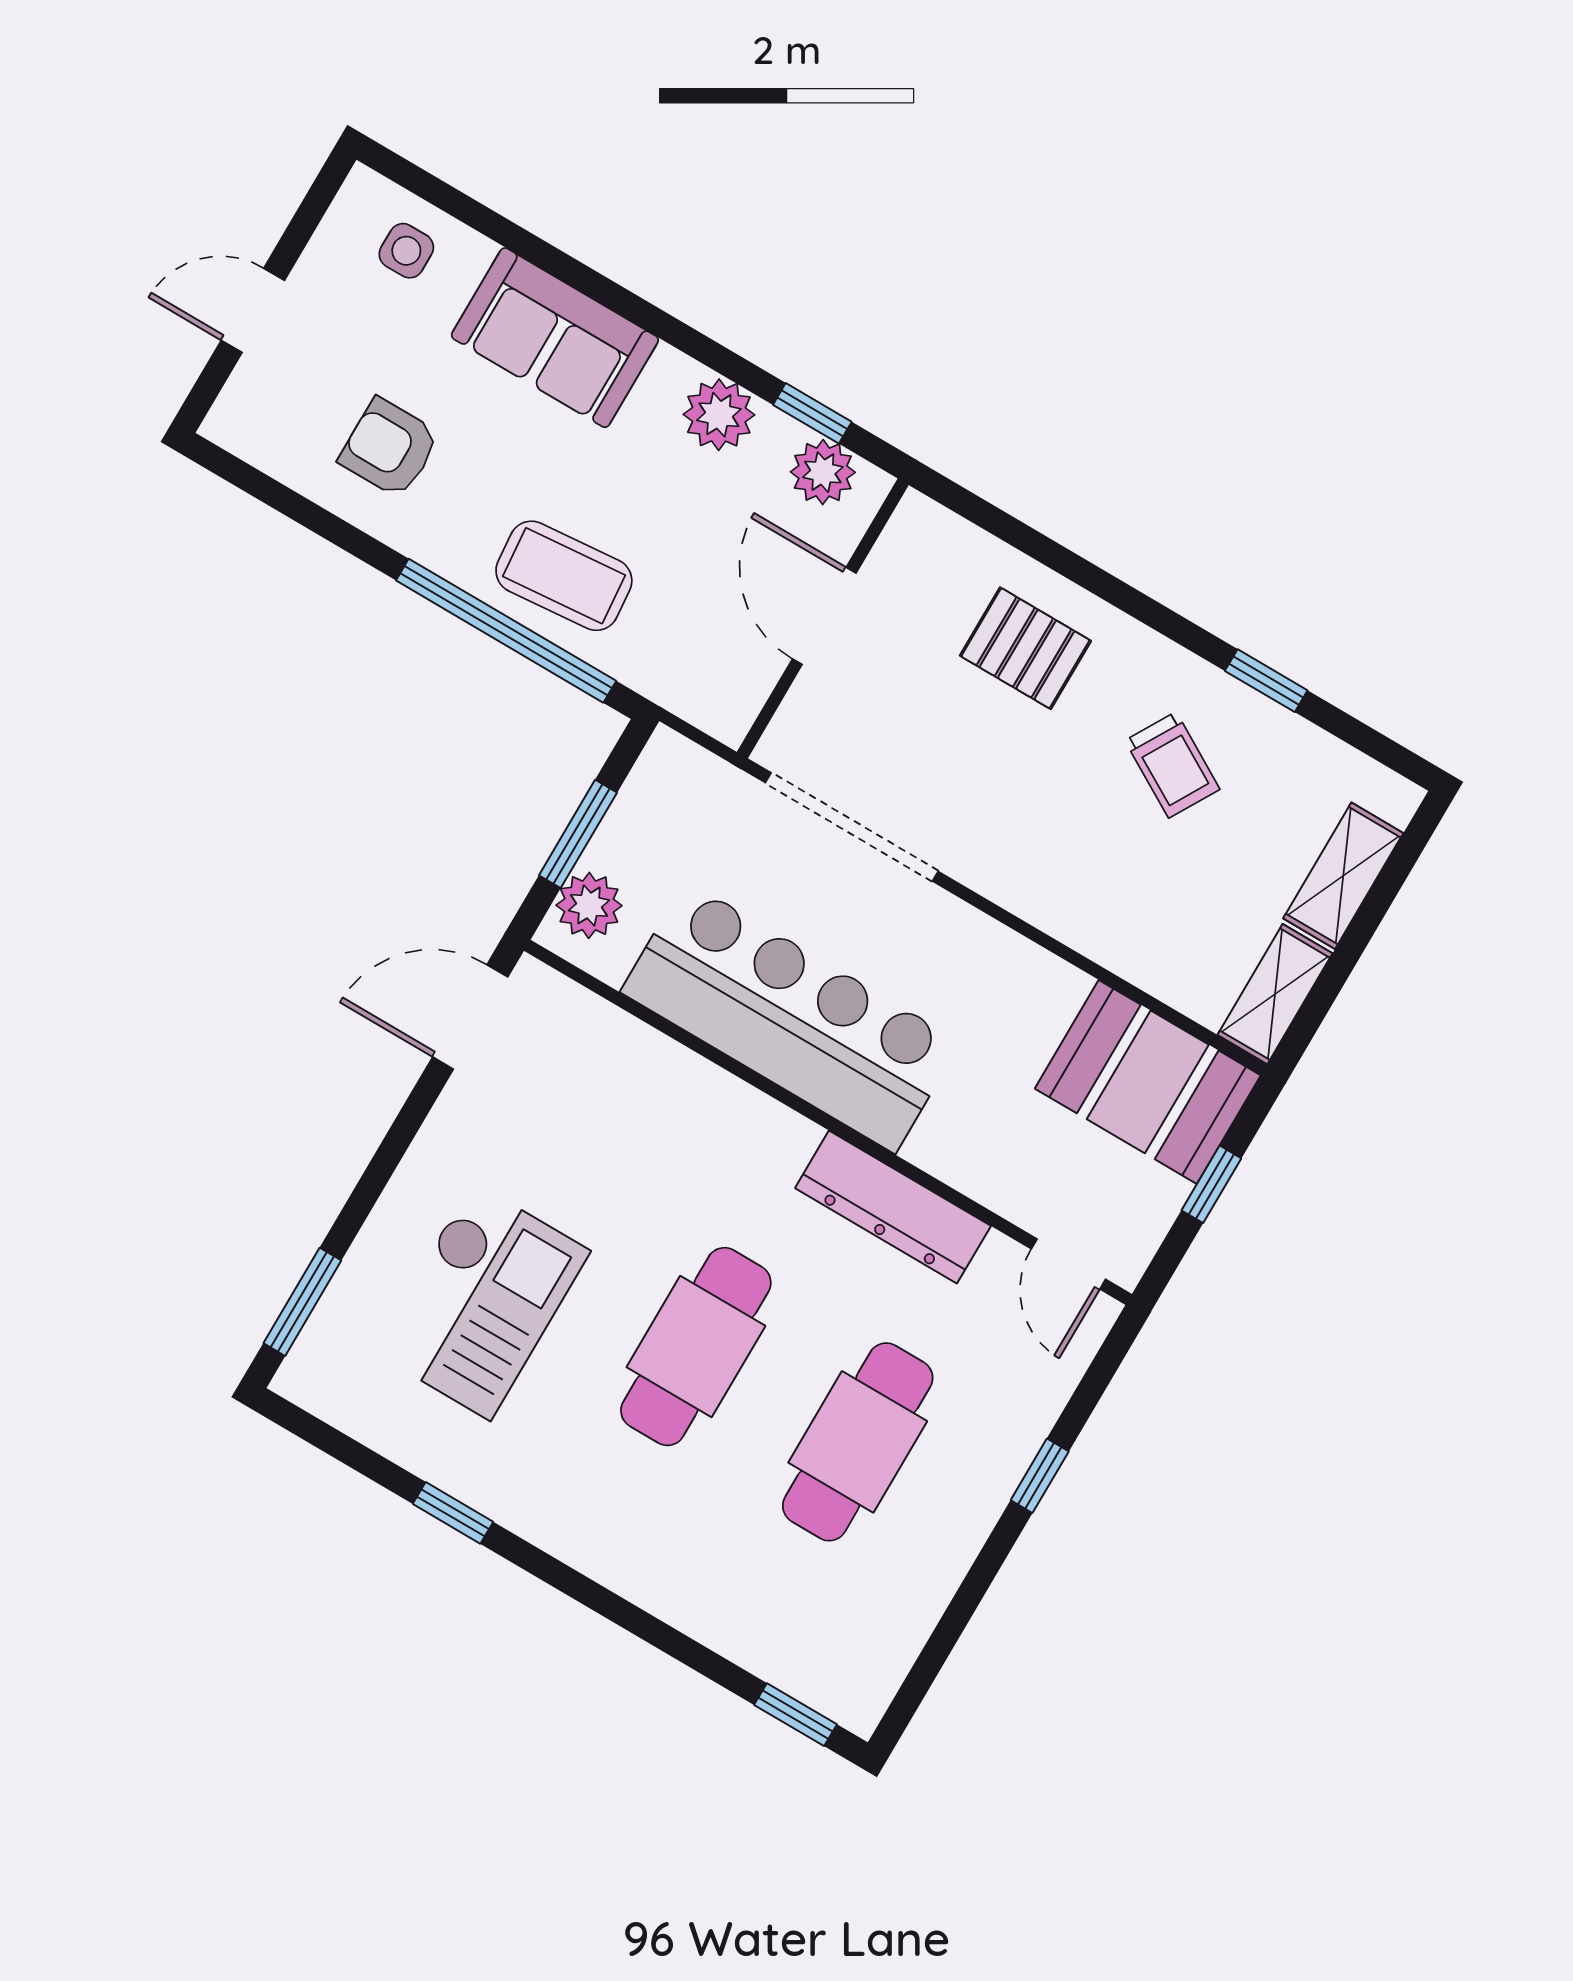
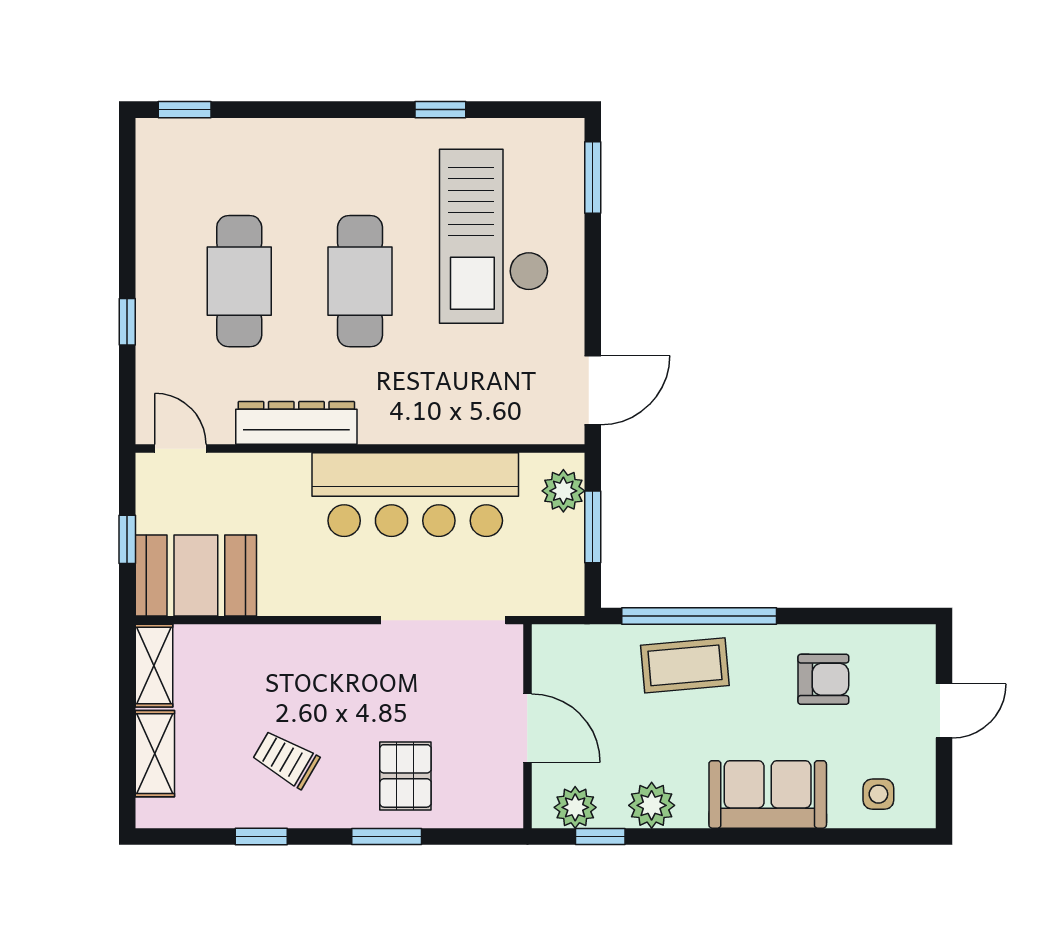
window: (1098, 582) -> (387, 837), added
pallet: (1025, 648) -> (405, 776), turned 90
checkout: (481, 1301) -> (494, 236), width x1.36, depth x1.21

